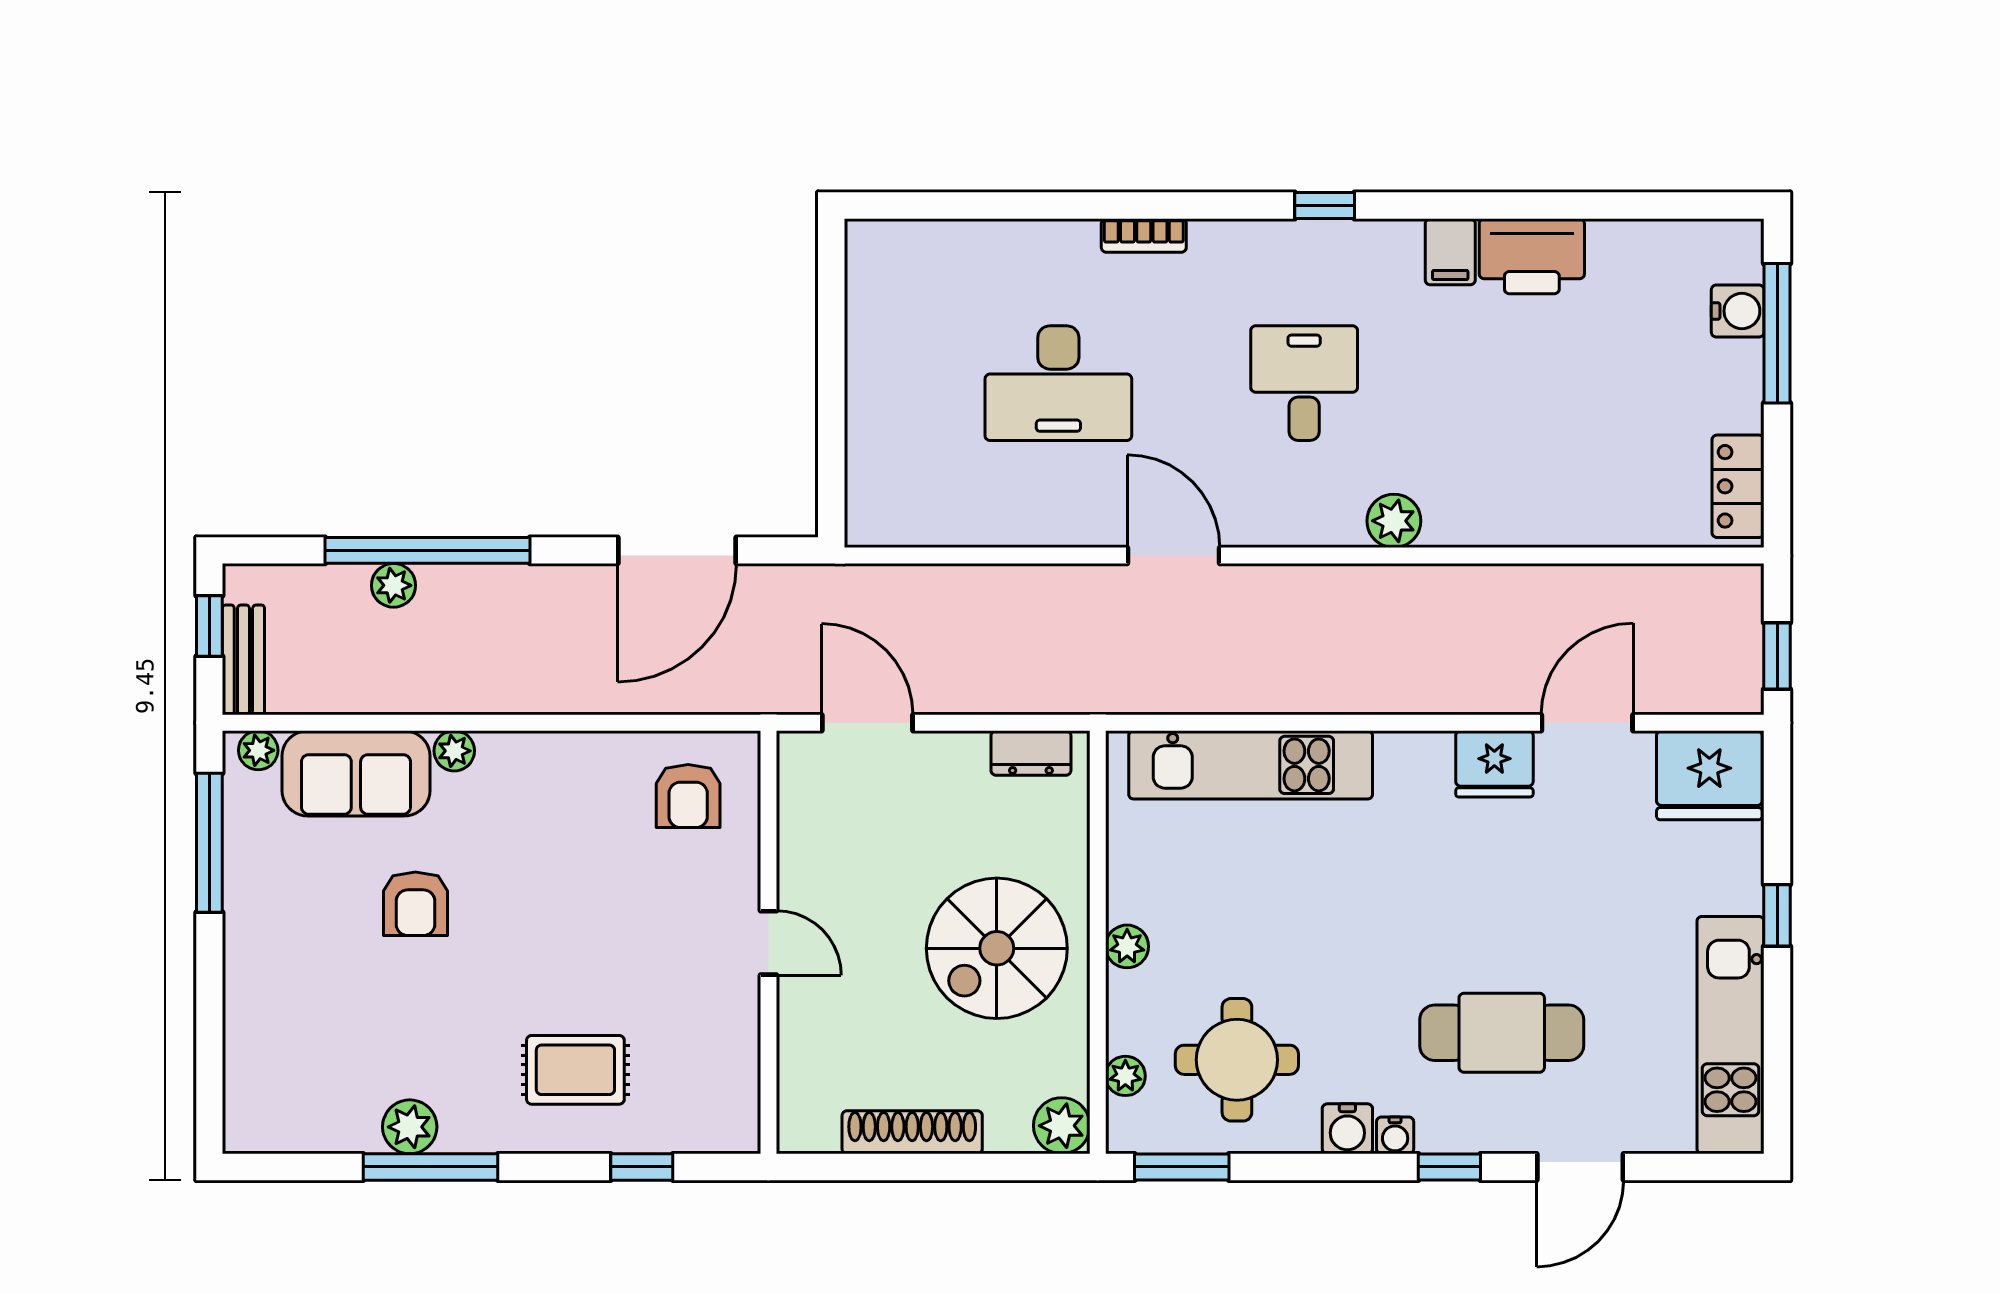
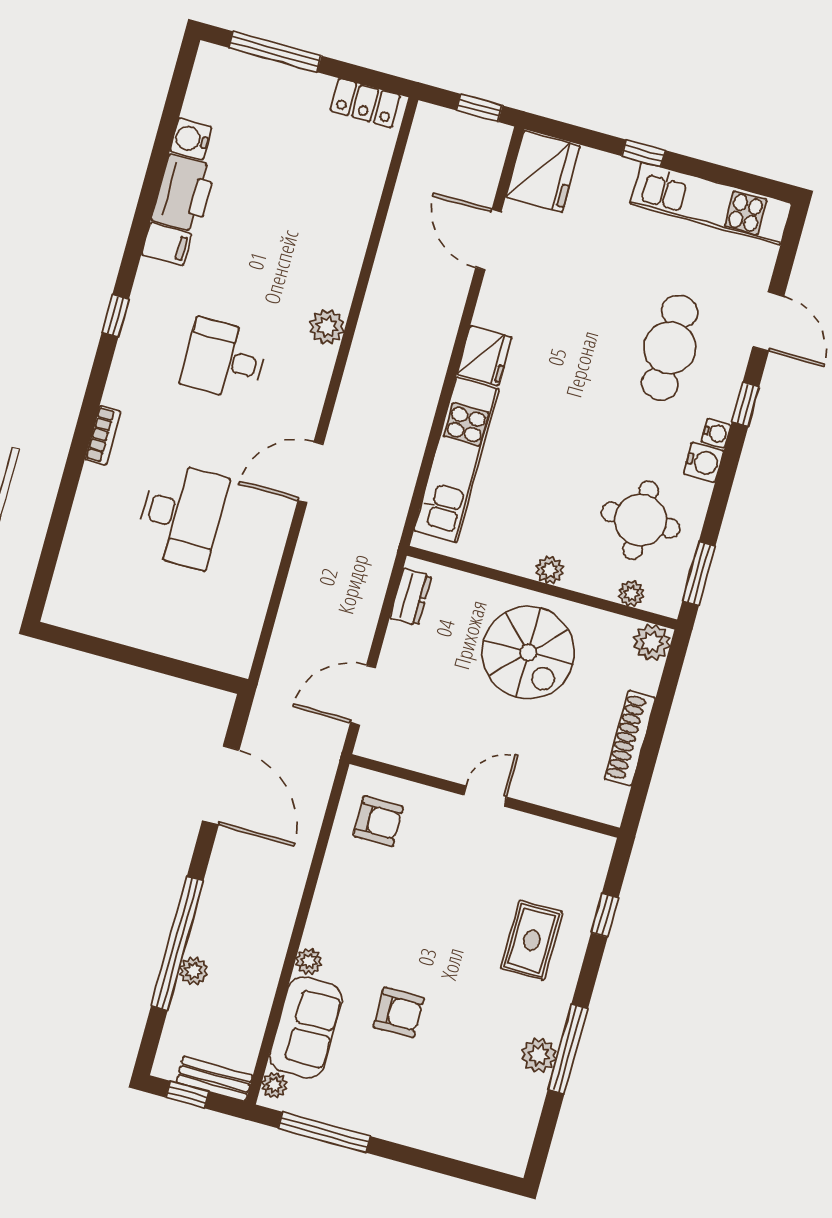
water cooler: (1738, 311) -> (191, 139), moved, turned -90
fridge: (1494, 764) -> (484, 356), moved

